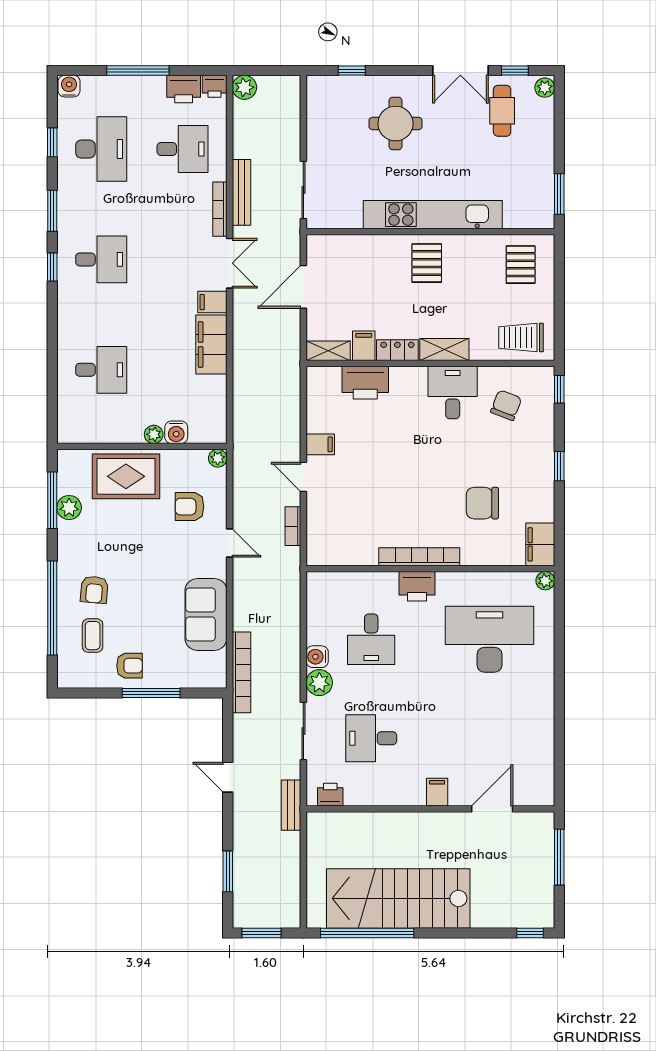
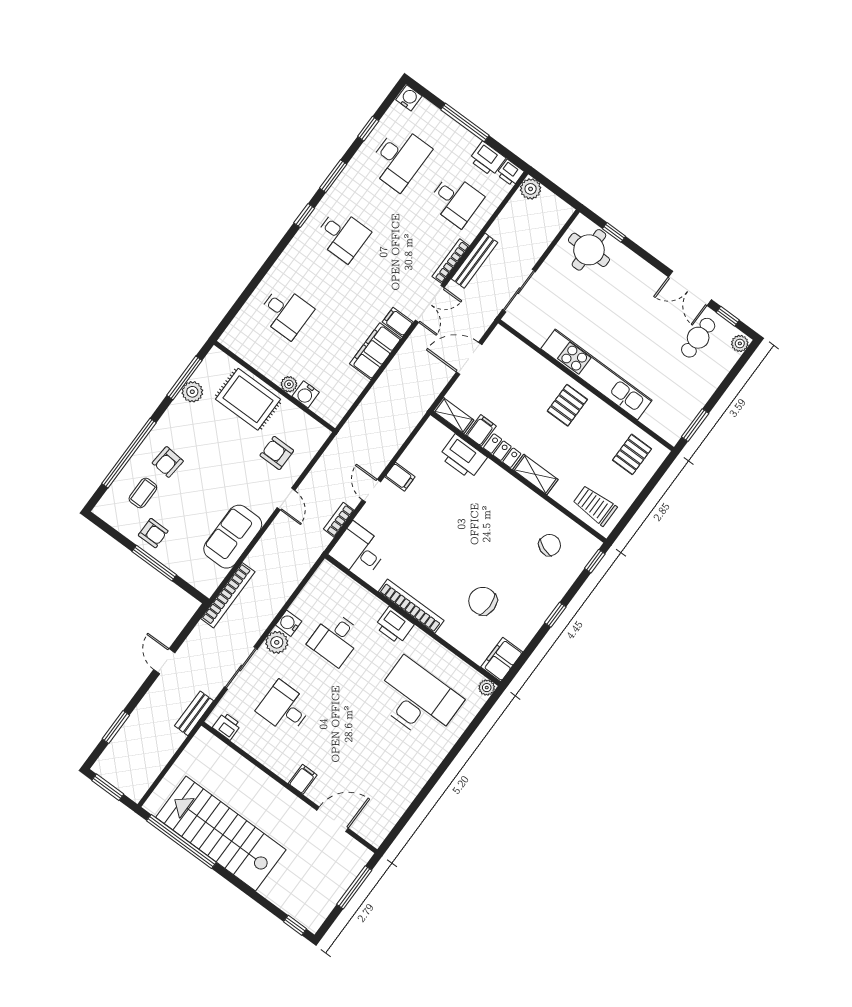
round table: (396, 124) -> (589, 250), moved
desk: (453, 392) -> (359, 551), moved, turned -90
plant: (218, 458) -> (321, 434), removed

